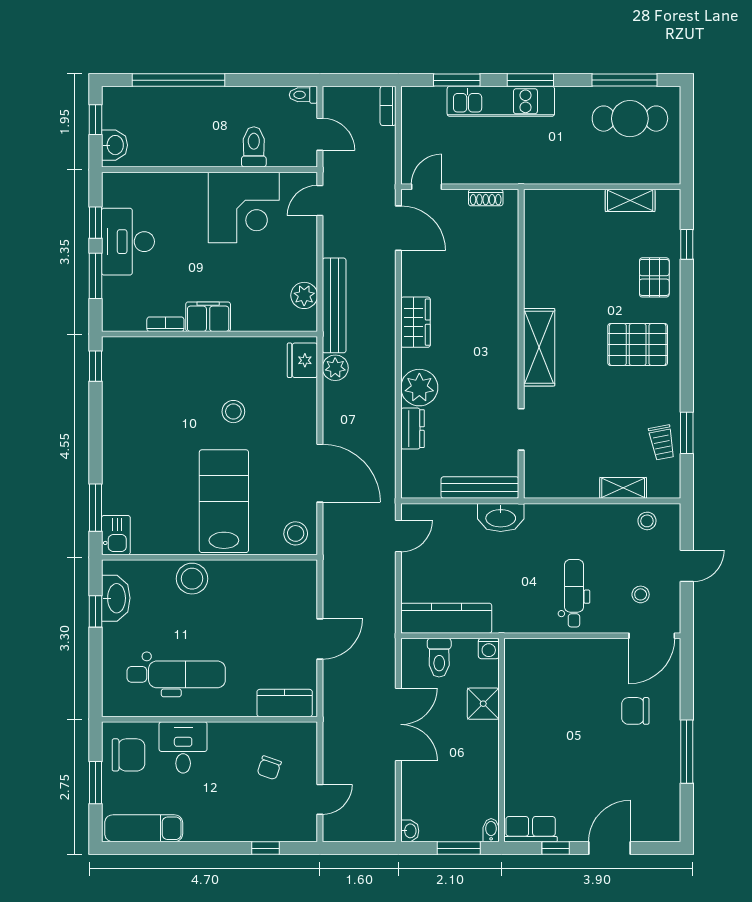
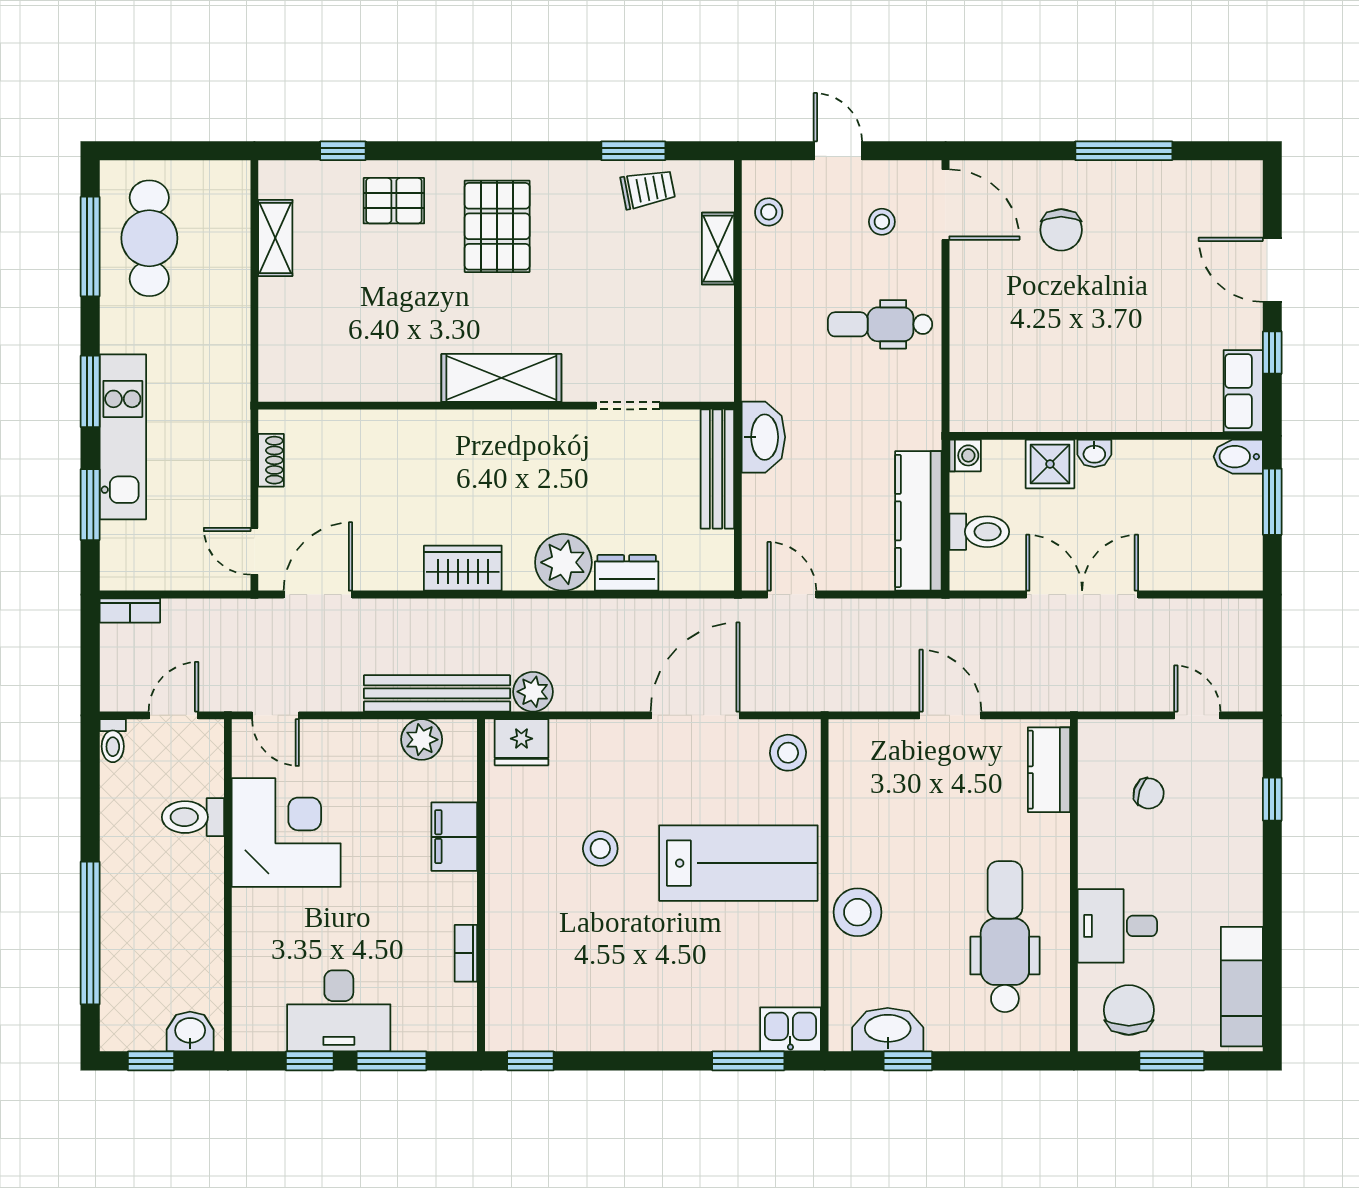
filing cabinet: (208, 317) -> (454, 837), moved
lab bench: (224, 501) -> (738, 863), turned 180
bidet: (491, 830) -> (1238, 457), width x1.38, depth x1.36
washbasin: (410, 831) -> (1094, 453), moved, turned 180

